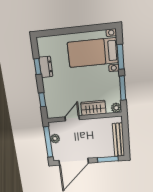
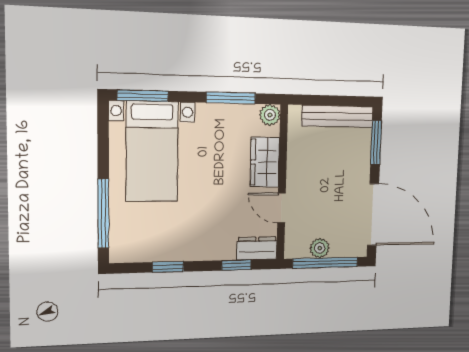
window: (60, 32) -> (103, 214), added
window: (121, 57) -> (143, 96), moved
dresser: (46, 67) -> (257, 248), moved

